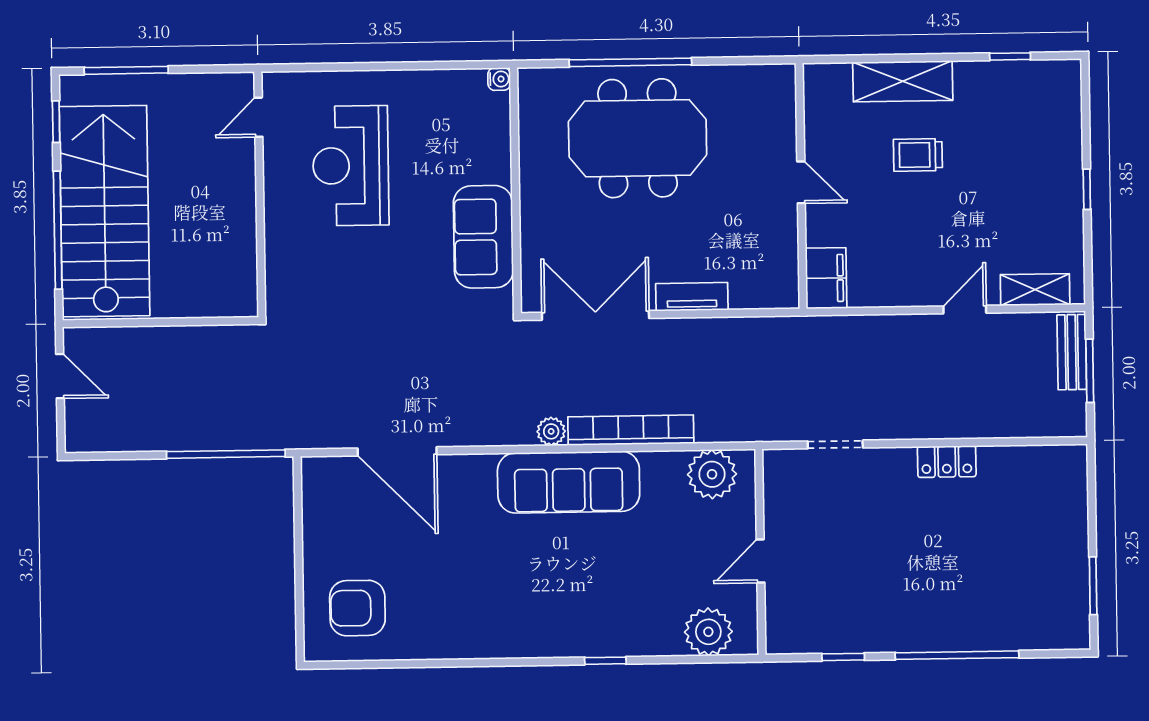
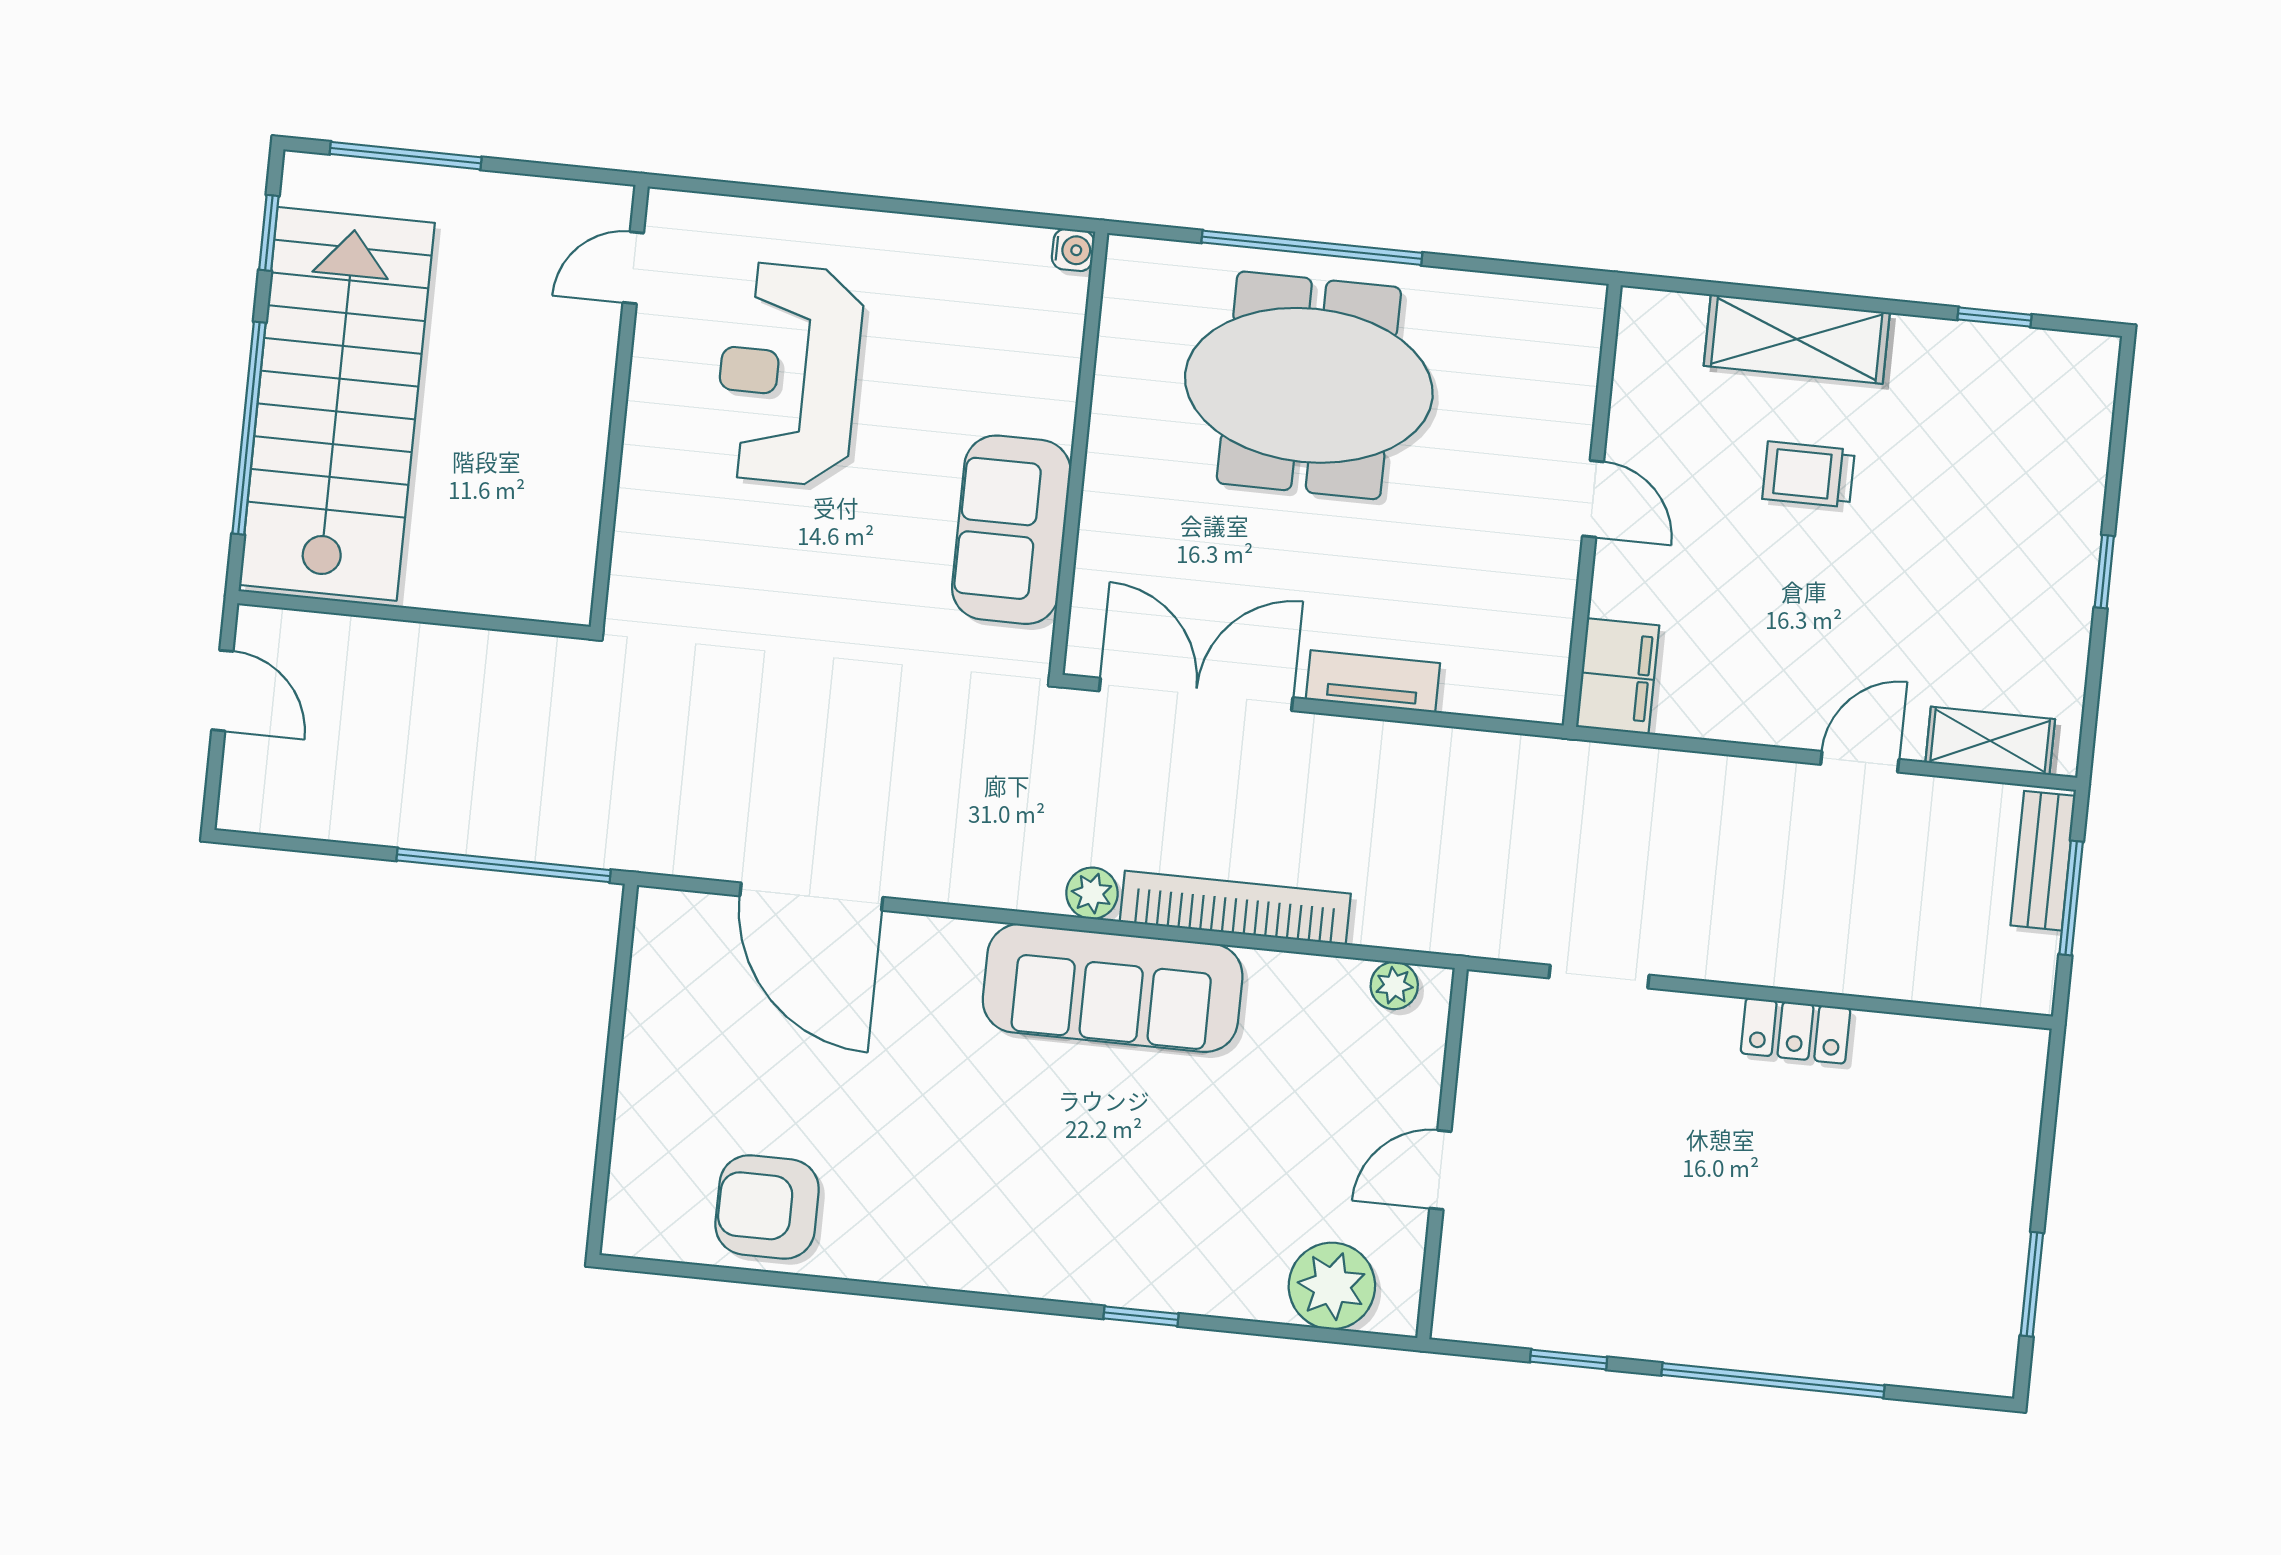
plant: (712, 474) -> (1394, 986), width x0.53, depth x0.53
armchair: (357, 608) -> (767, 1207), moved

